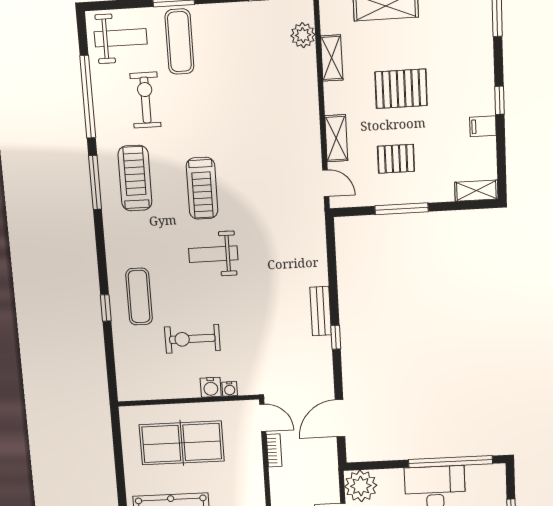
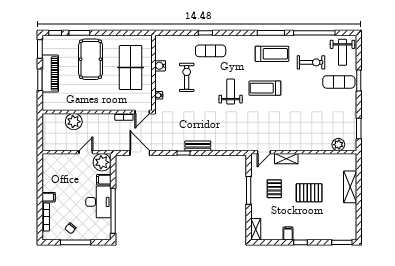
shelving: (332, 58) -> (326, 158), removed
pallet: (401, 89) -> (309, 193), turned 90
water cooler: (211, 387) -> (160, 66), moved
filing cabinet: (393, 481) -> (104, 180), added

